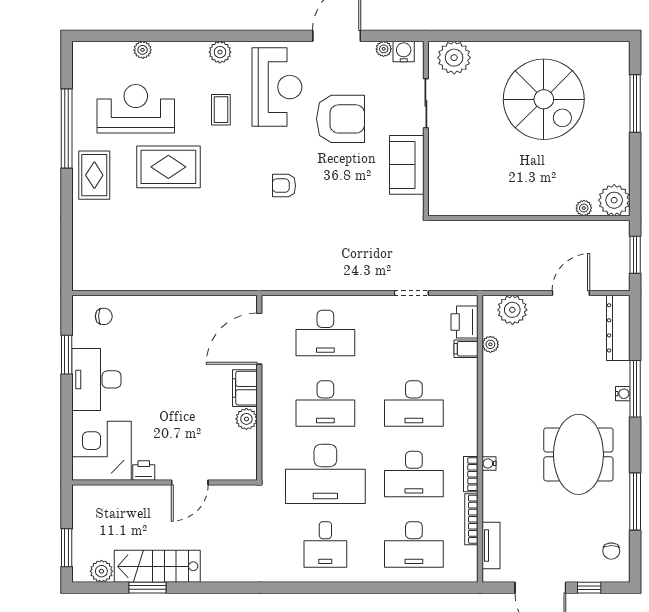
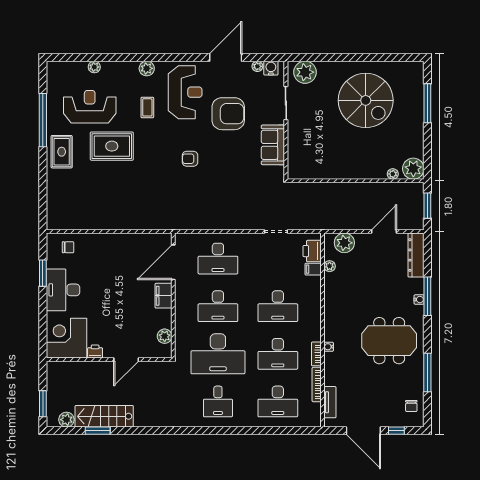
plant: (246, 419) -> (165, 336), moved
meeting table: (578, 454) -> (389, 341), turned 90

